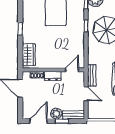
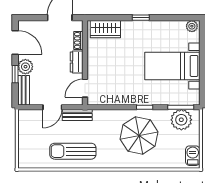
door: (72, 70) -> (85, 88), swing flipped

